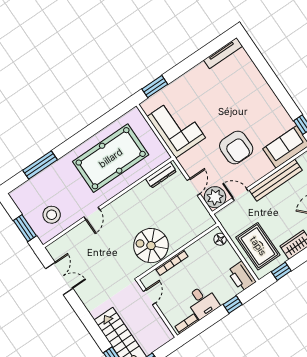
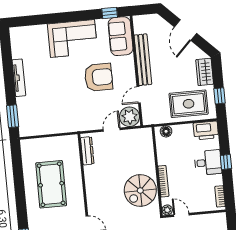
tv unit: (223, 53) -> (19, 78), moved
corner sofa: (176, 127) -> (72, 38), moved, turned 180
pool table: (111, 158) -> (51, 184), width x0.73, depth x0.76
door: (194, 187) -> (112, 130), hinge flipped
plant: (147, 281) -> (167, 210), added
desk: (202, 302) -> (208, 163), moved
window: (233, 305) -> (226, 162), moved

